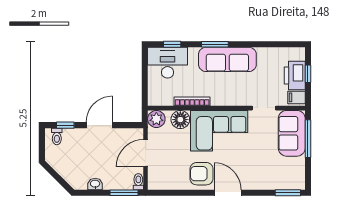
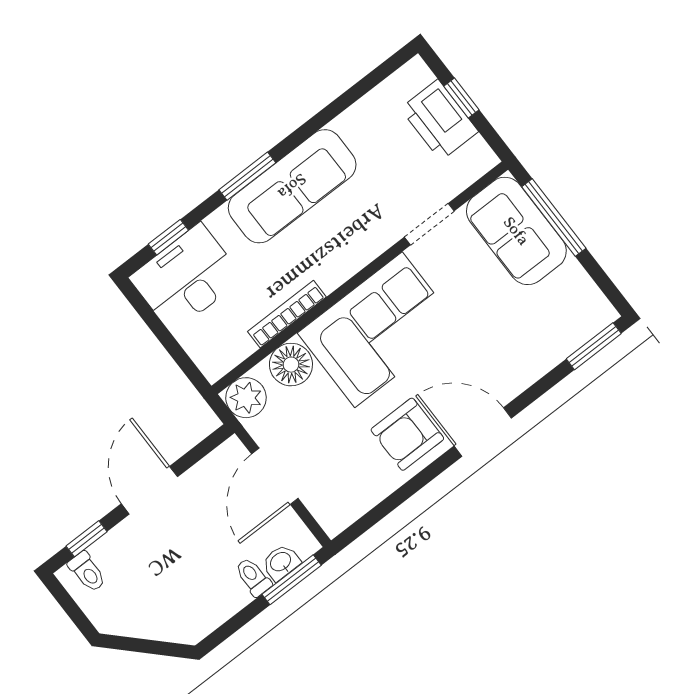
filing cabinet: (297, 97) -> (474, 158), removed
toilet: (138, 182) -> (253, 577), moved
washbasin: (95, 184) -> (281, 562), moved

